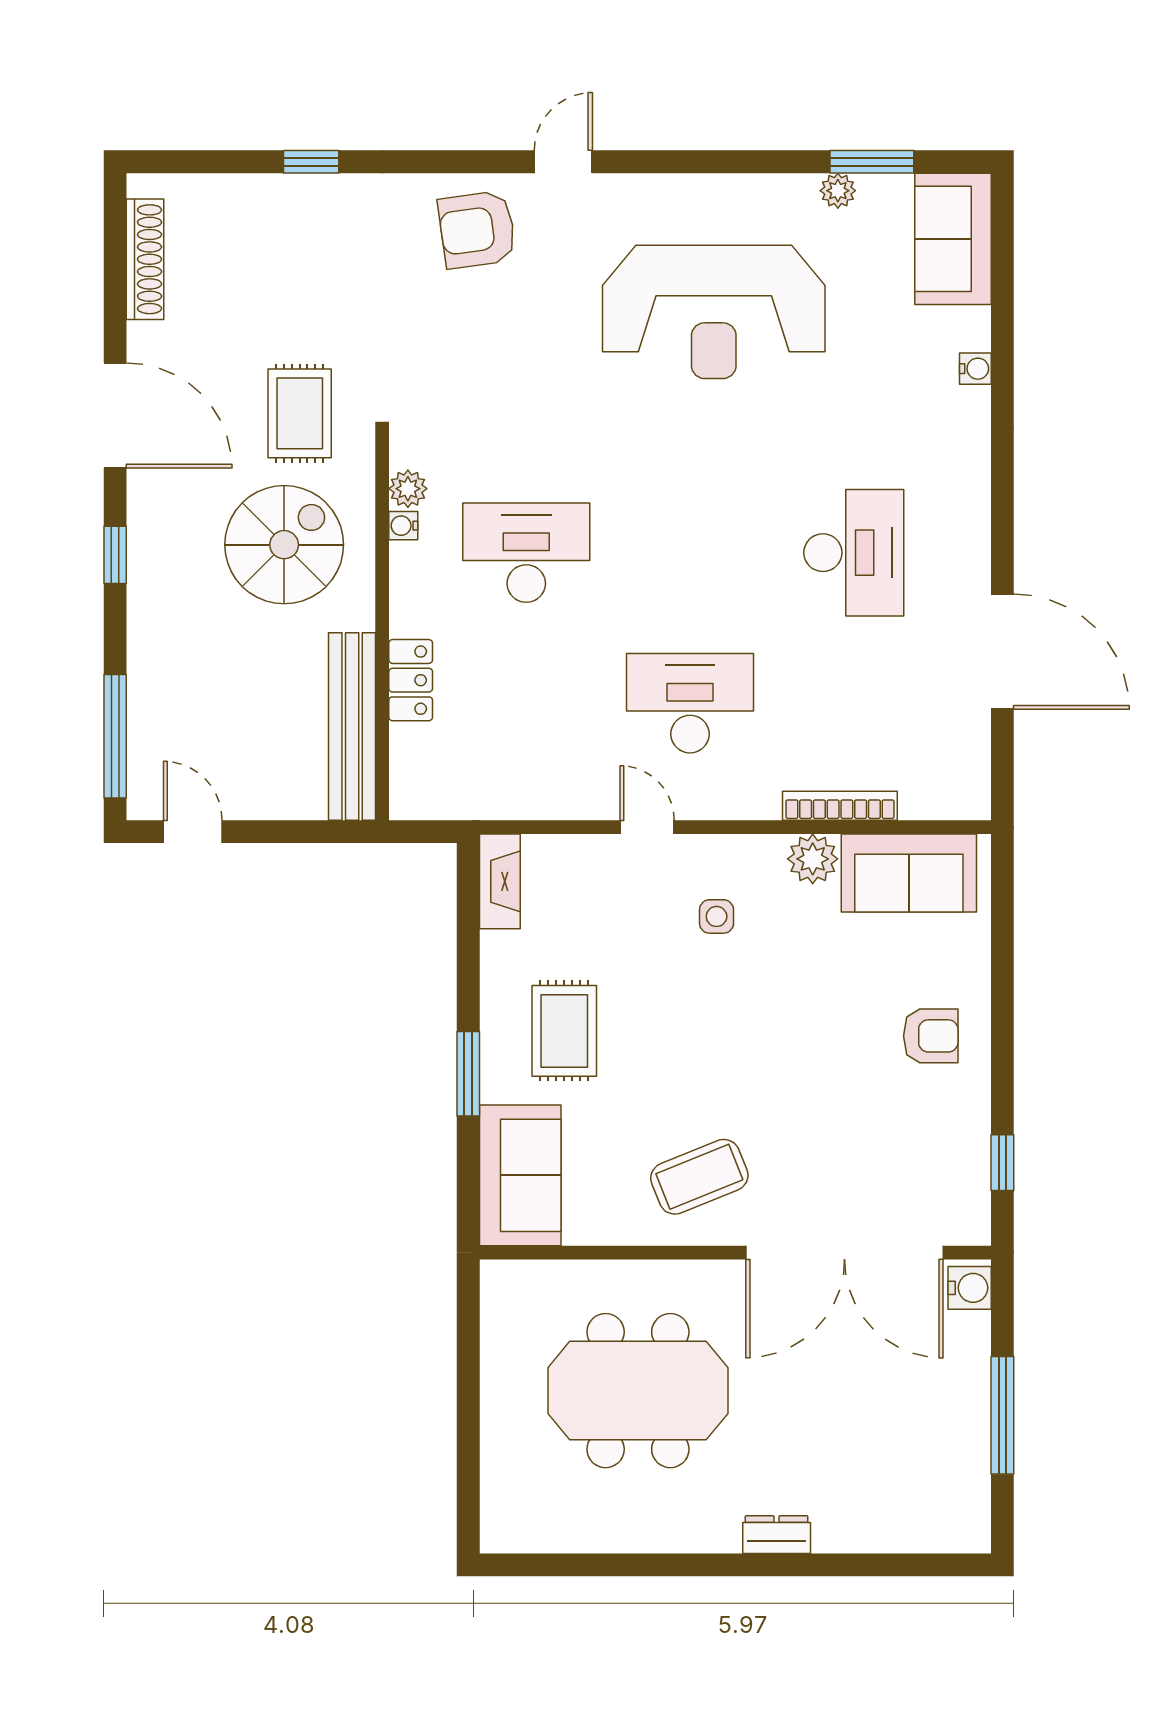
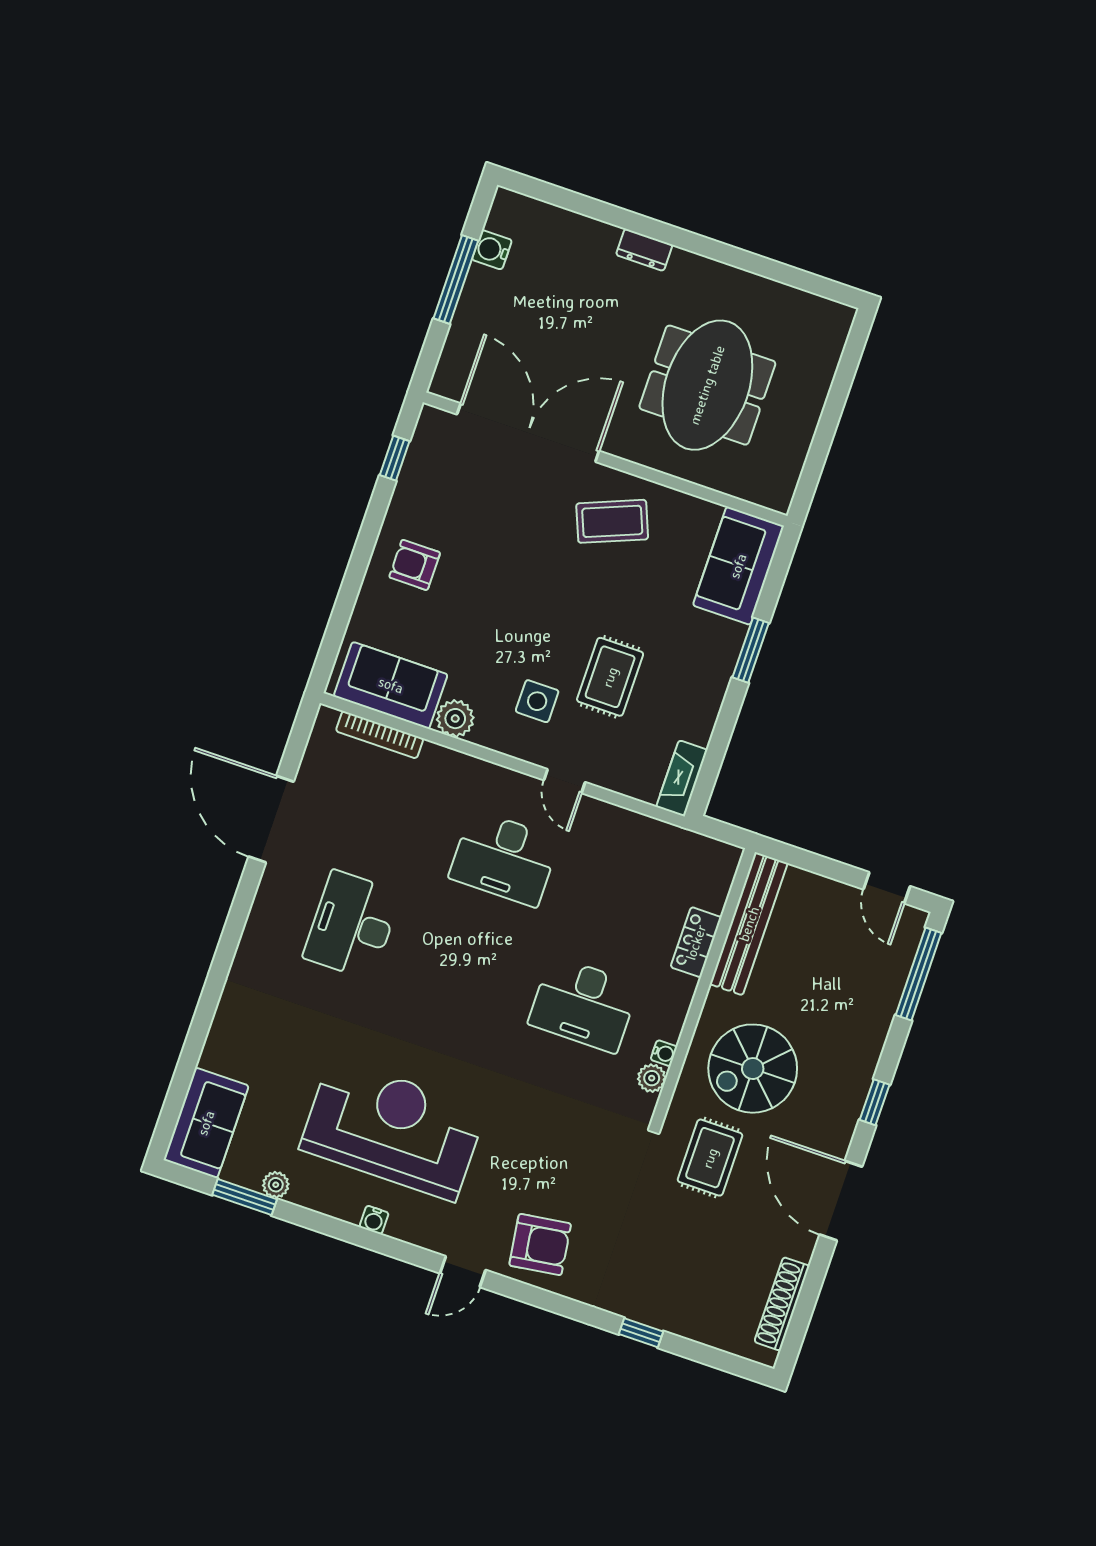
water cooler: (975, 369) -> (374, 1220), moved, turned -90
bookcase: (840, 806) -> (380, 735), moved
side table: (717, 916) -> (537, 701), width x1.37, depth x1.37
rug: (564, 1031) -> (610, 677), moved
water cooler: (970, 1288) -> (492, 250), moved
meeting table: (638, 1391) -> (707, 385), turned 90

